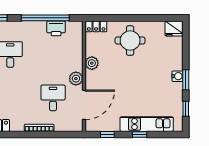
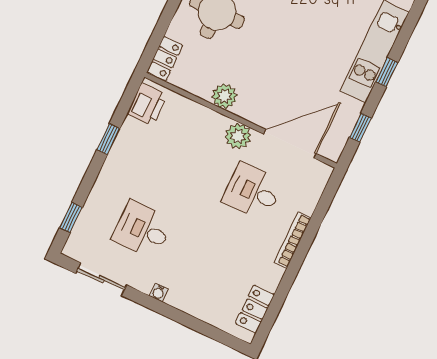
window: (45, 18) -> (108, 139), width x0.32
printer: (56, 28) -> (147, 104), moved
door: (84, 105) -> (290, 144), hinge flipped

